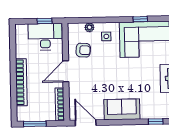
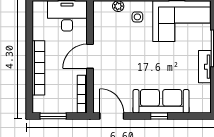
armchair: (83, 50) -> (111, 32), removed
sofa: (122, 109) -> (161, 101), width x1.36
window: (156, 121) -> (159, 116), moved

